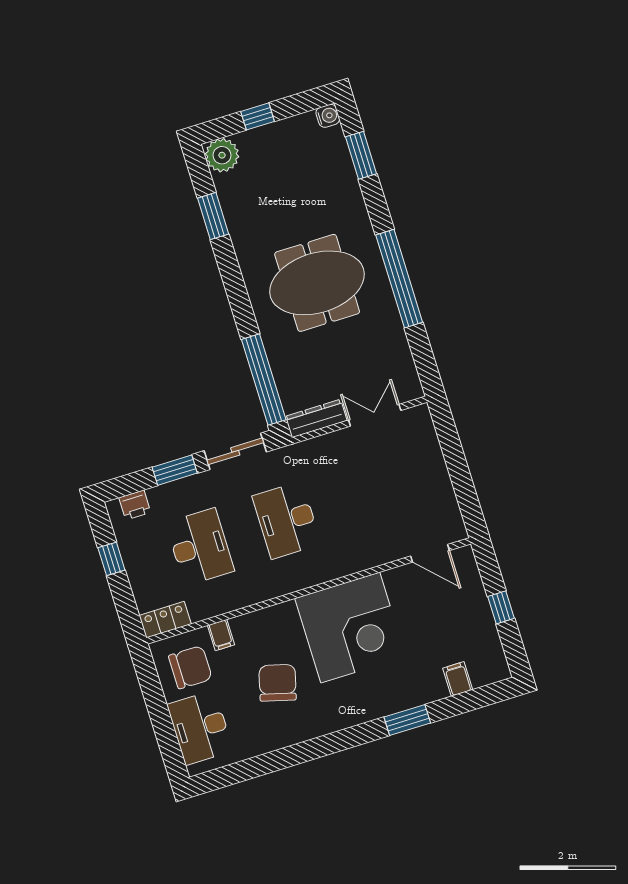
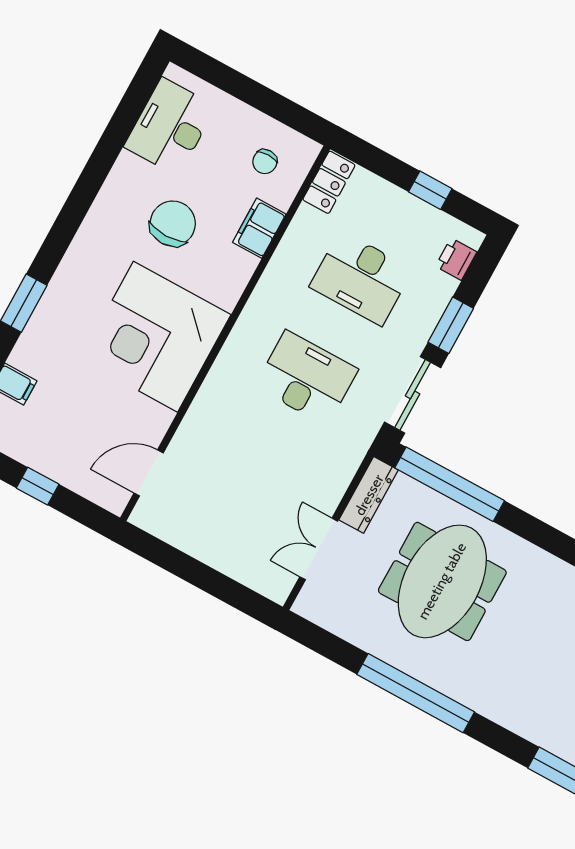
meeting table: (317, 283) -> (442, 581), moved
double door: (375, 415) -> (319, 549), swing flipped
filing cabinet: (221, 635) -> (259, 228), width x2.00
chair: (190, 667) -> (265, 162), width x0.54, depth x0.54
chair: (278, 683) -> (173, 224), turned -105
desk: (200, 728) -> (170, 127), moved, turned -90

